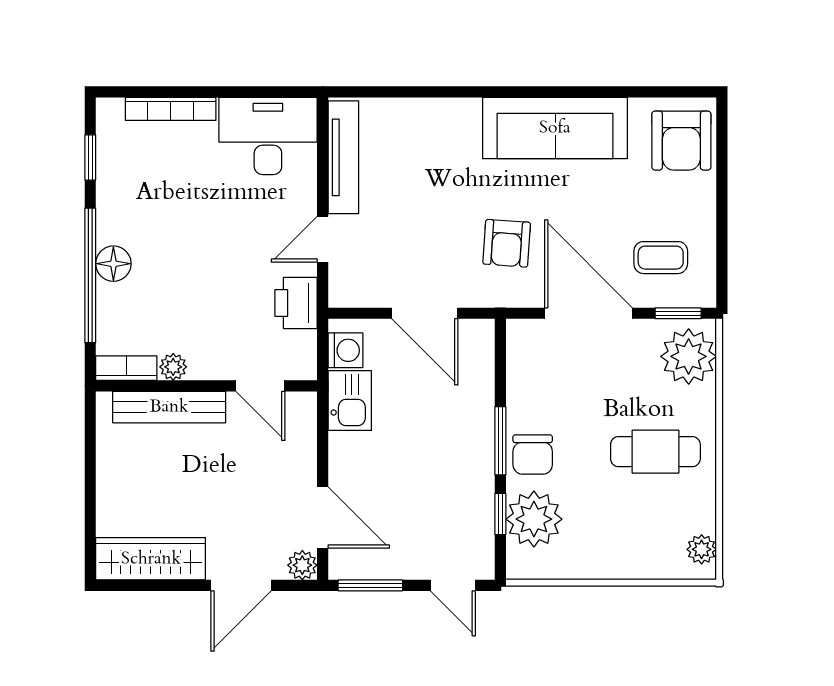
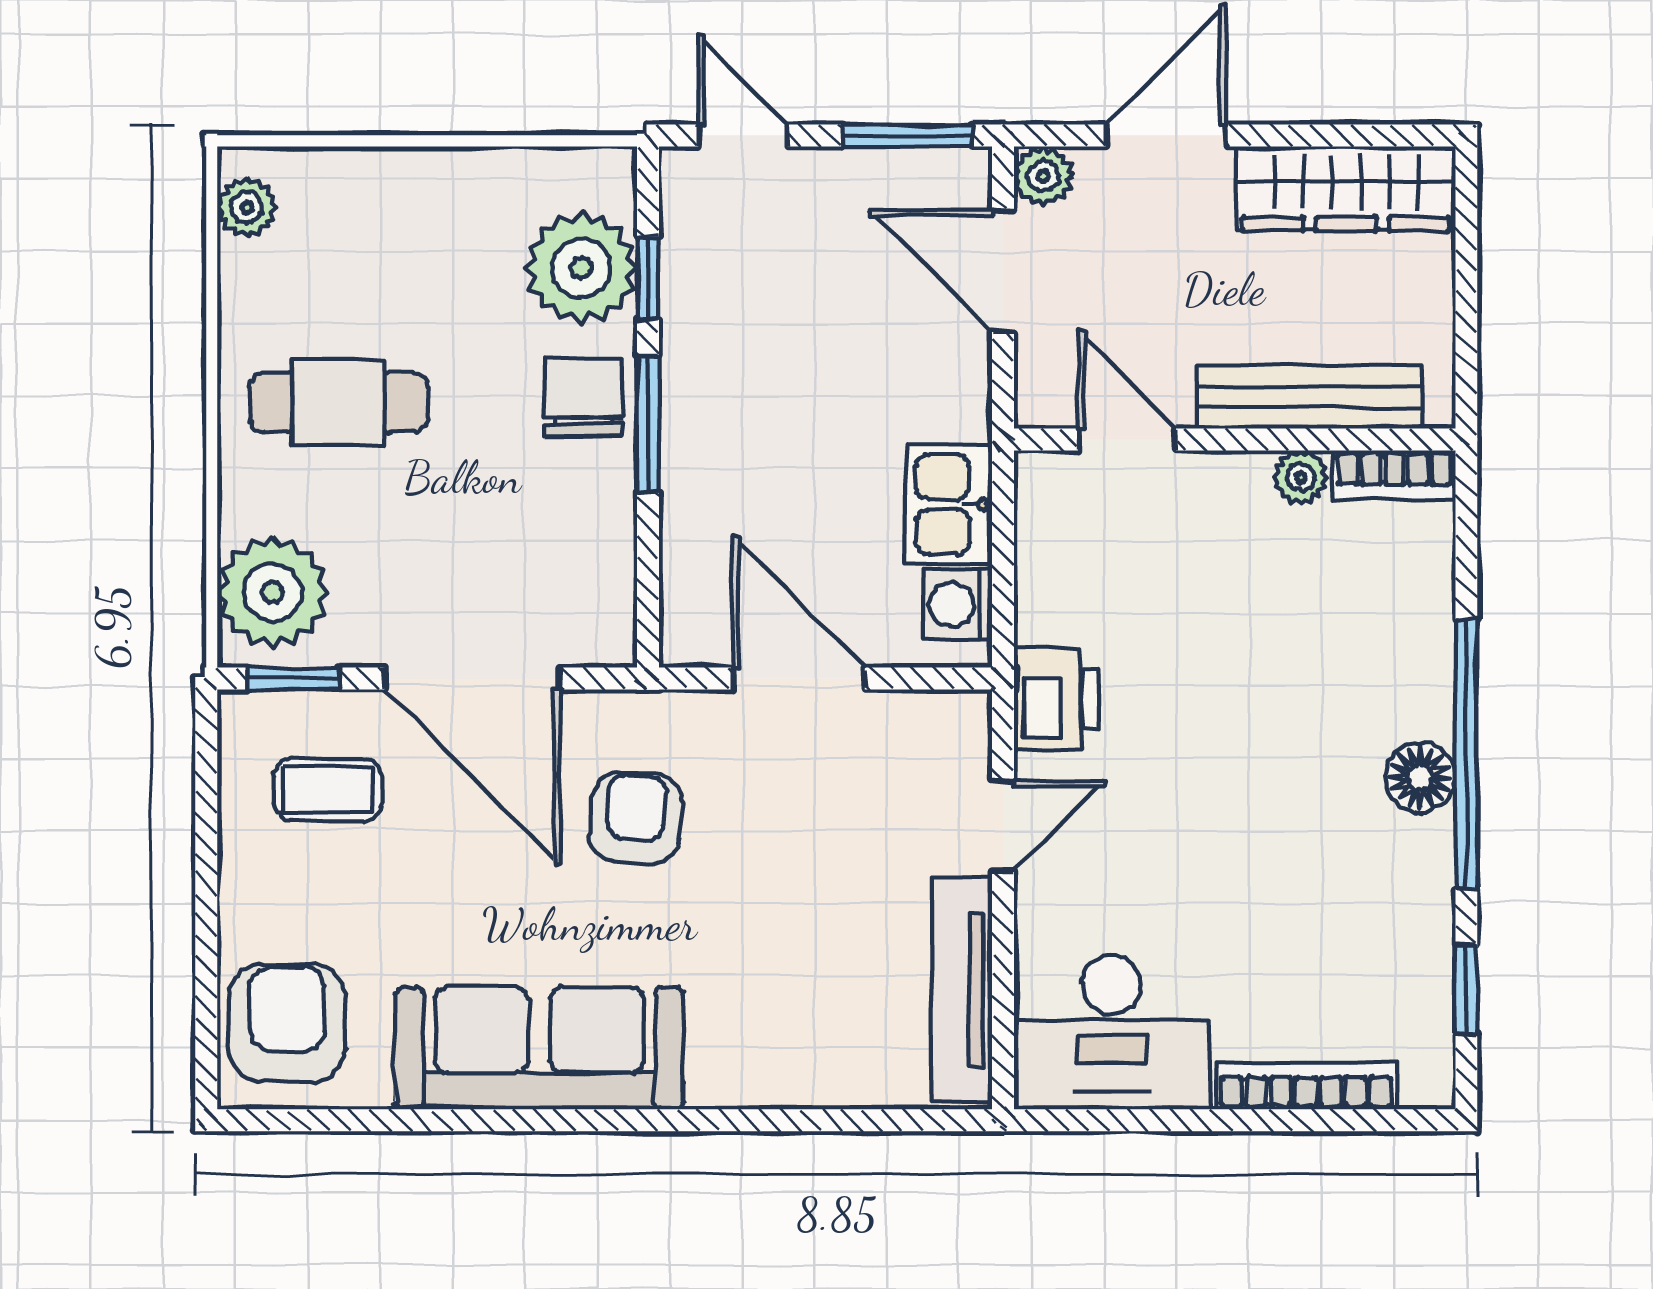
plant: (173, 367) -> (1301, 477), moved
bookcase: (126, 368) -> (1395, 475), moved
wall: (206, 386) -> (1235, 440), moved
door: (260, 386) -> (1127, 440), moved
bench: (169, 407) -> (1309, 397), moved

